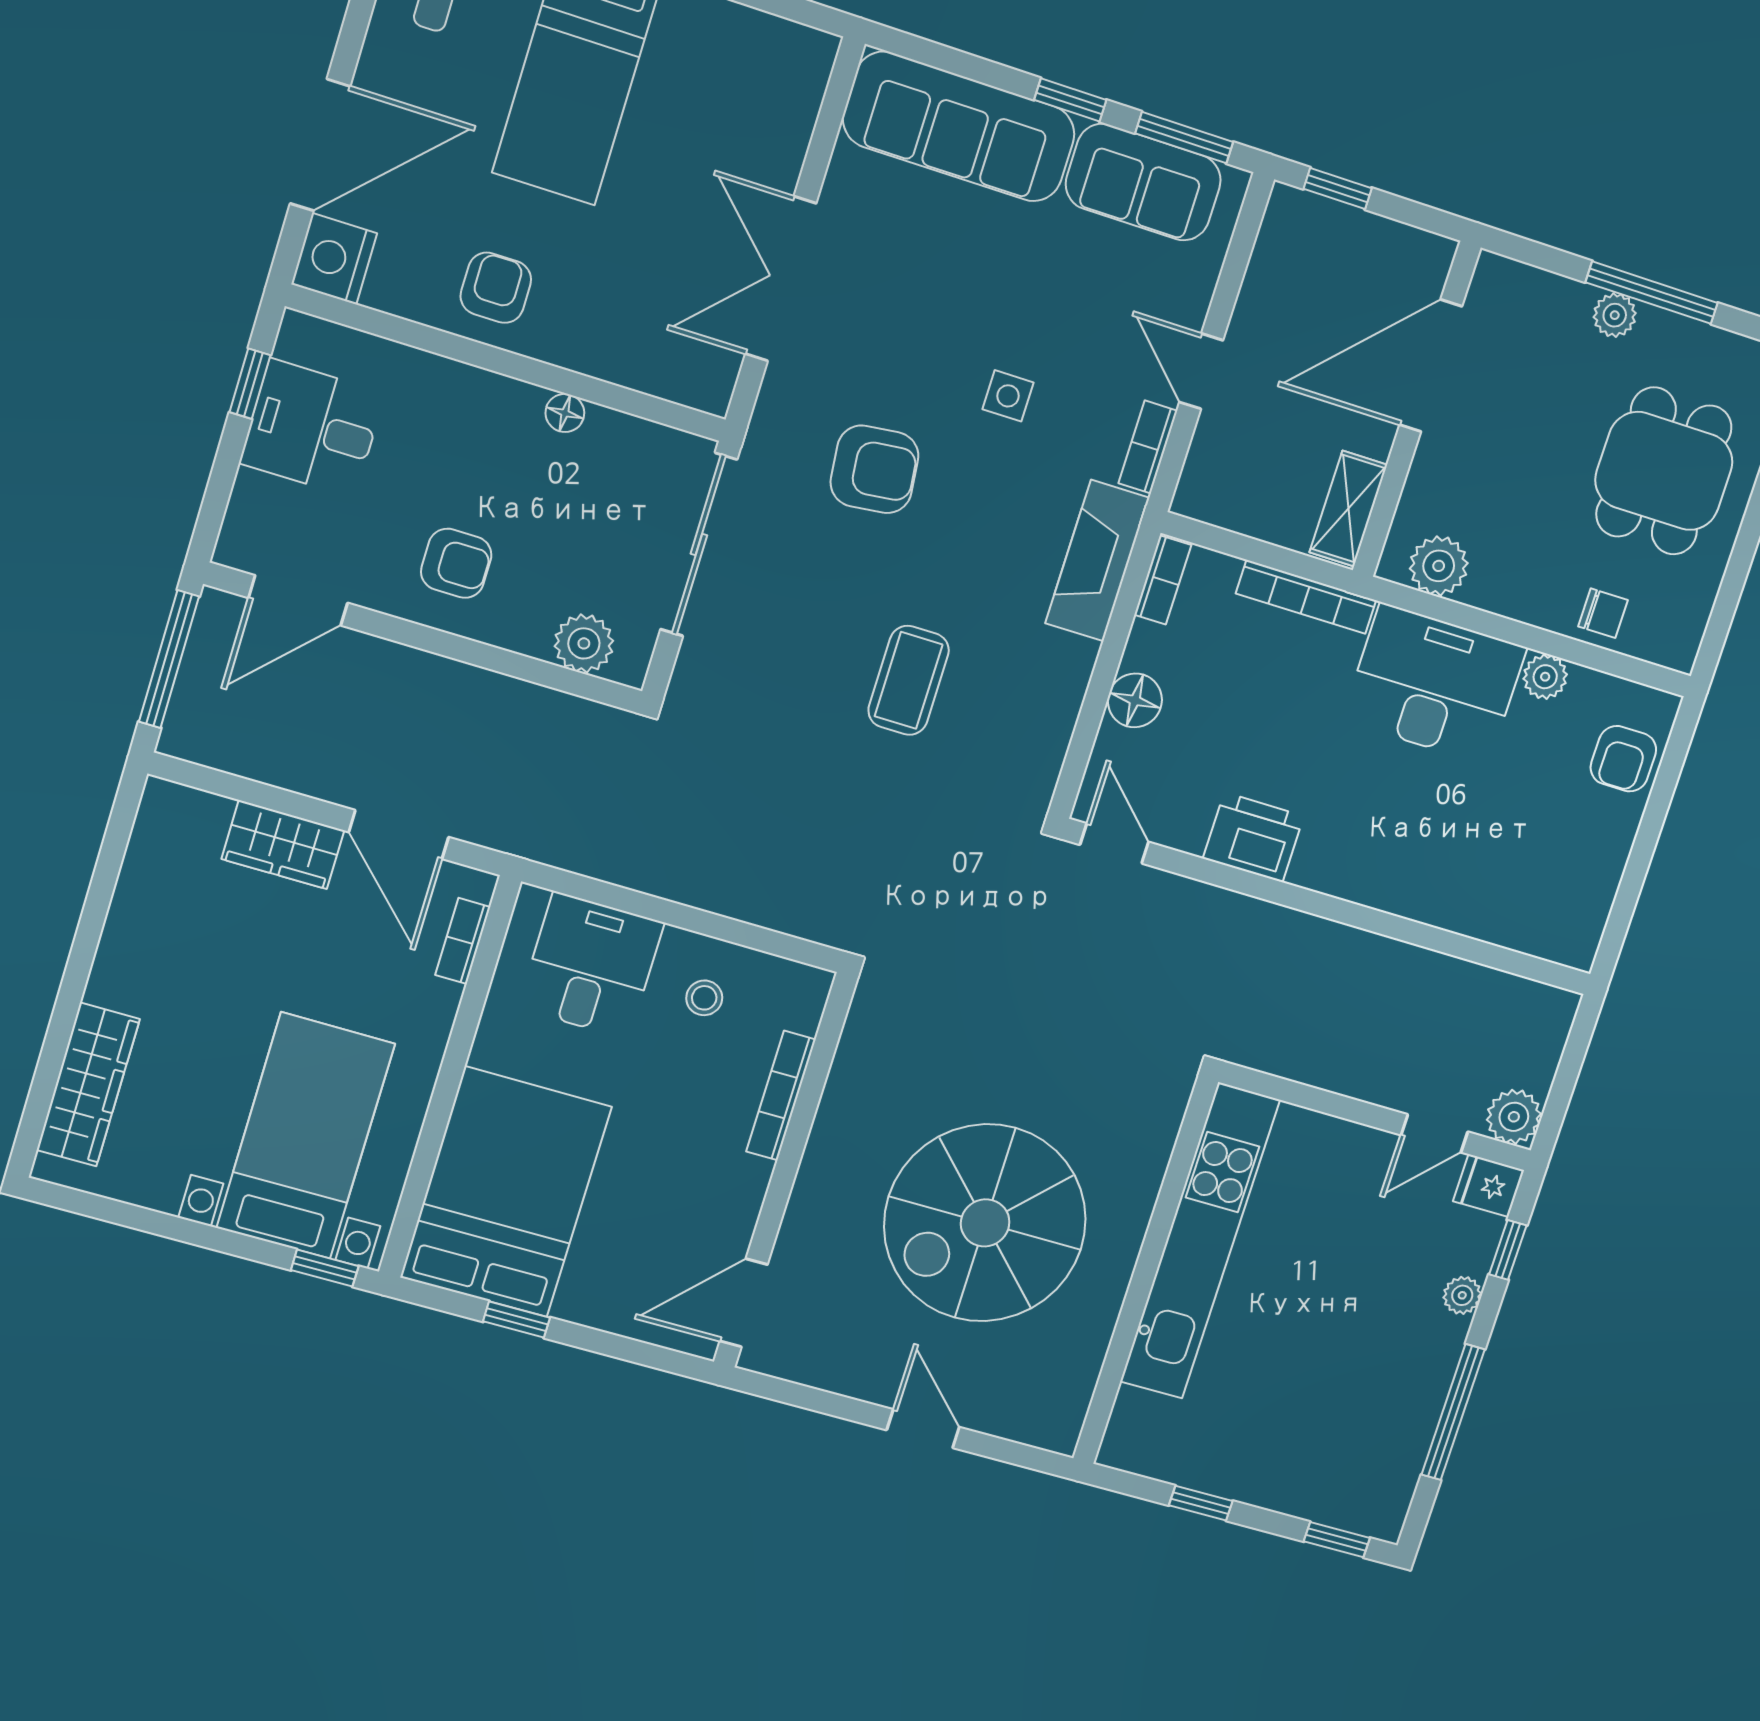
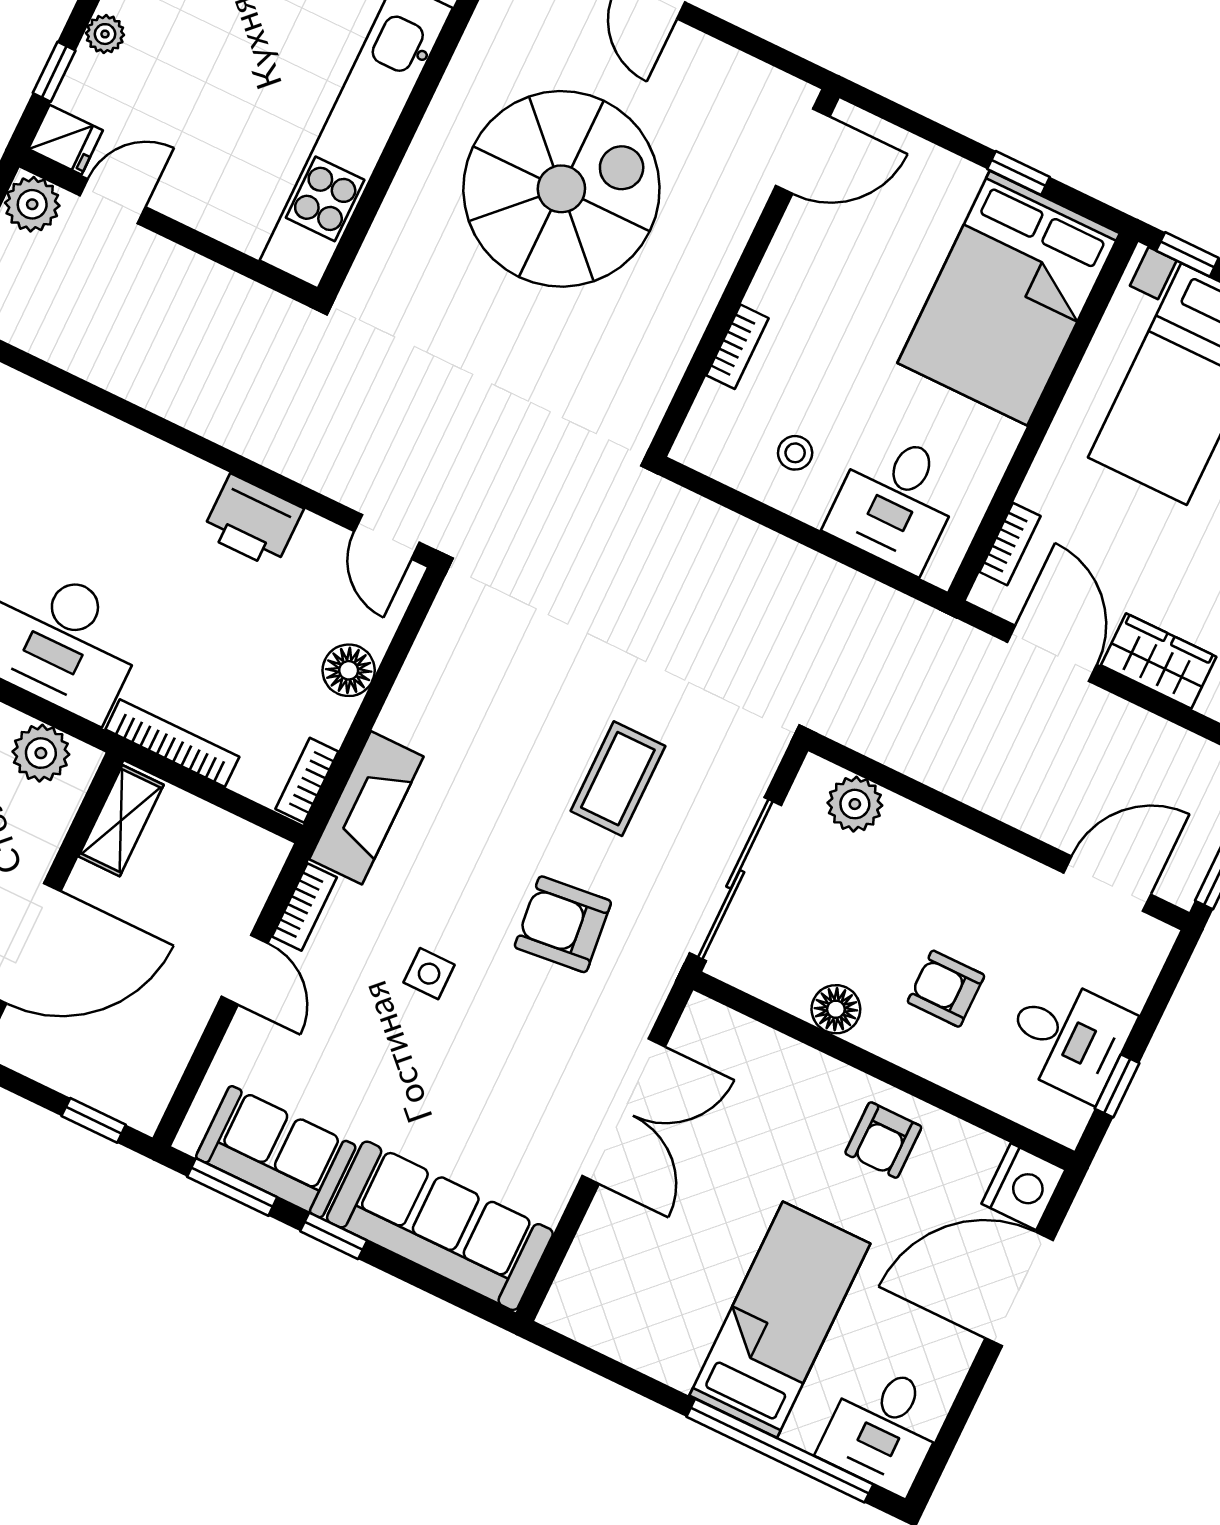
floor lamp: (565, 413) -> (836, 1009), width x1.37, depth x1.37
armchair: (456, 563) -> (946, 989), moved
coffee table: (909, 680) -> (618, 779), moved
bookcase: (781, 1096) -> (737, 347), width x0.64

